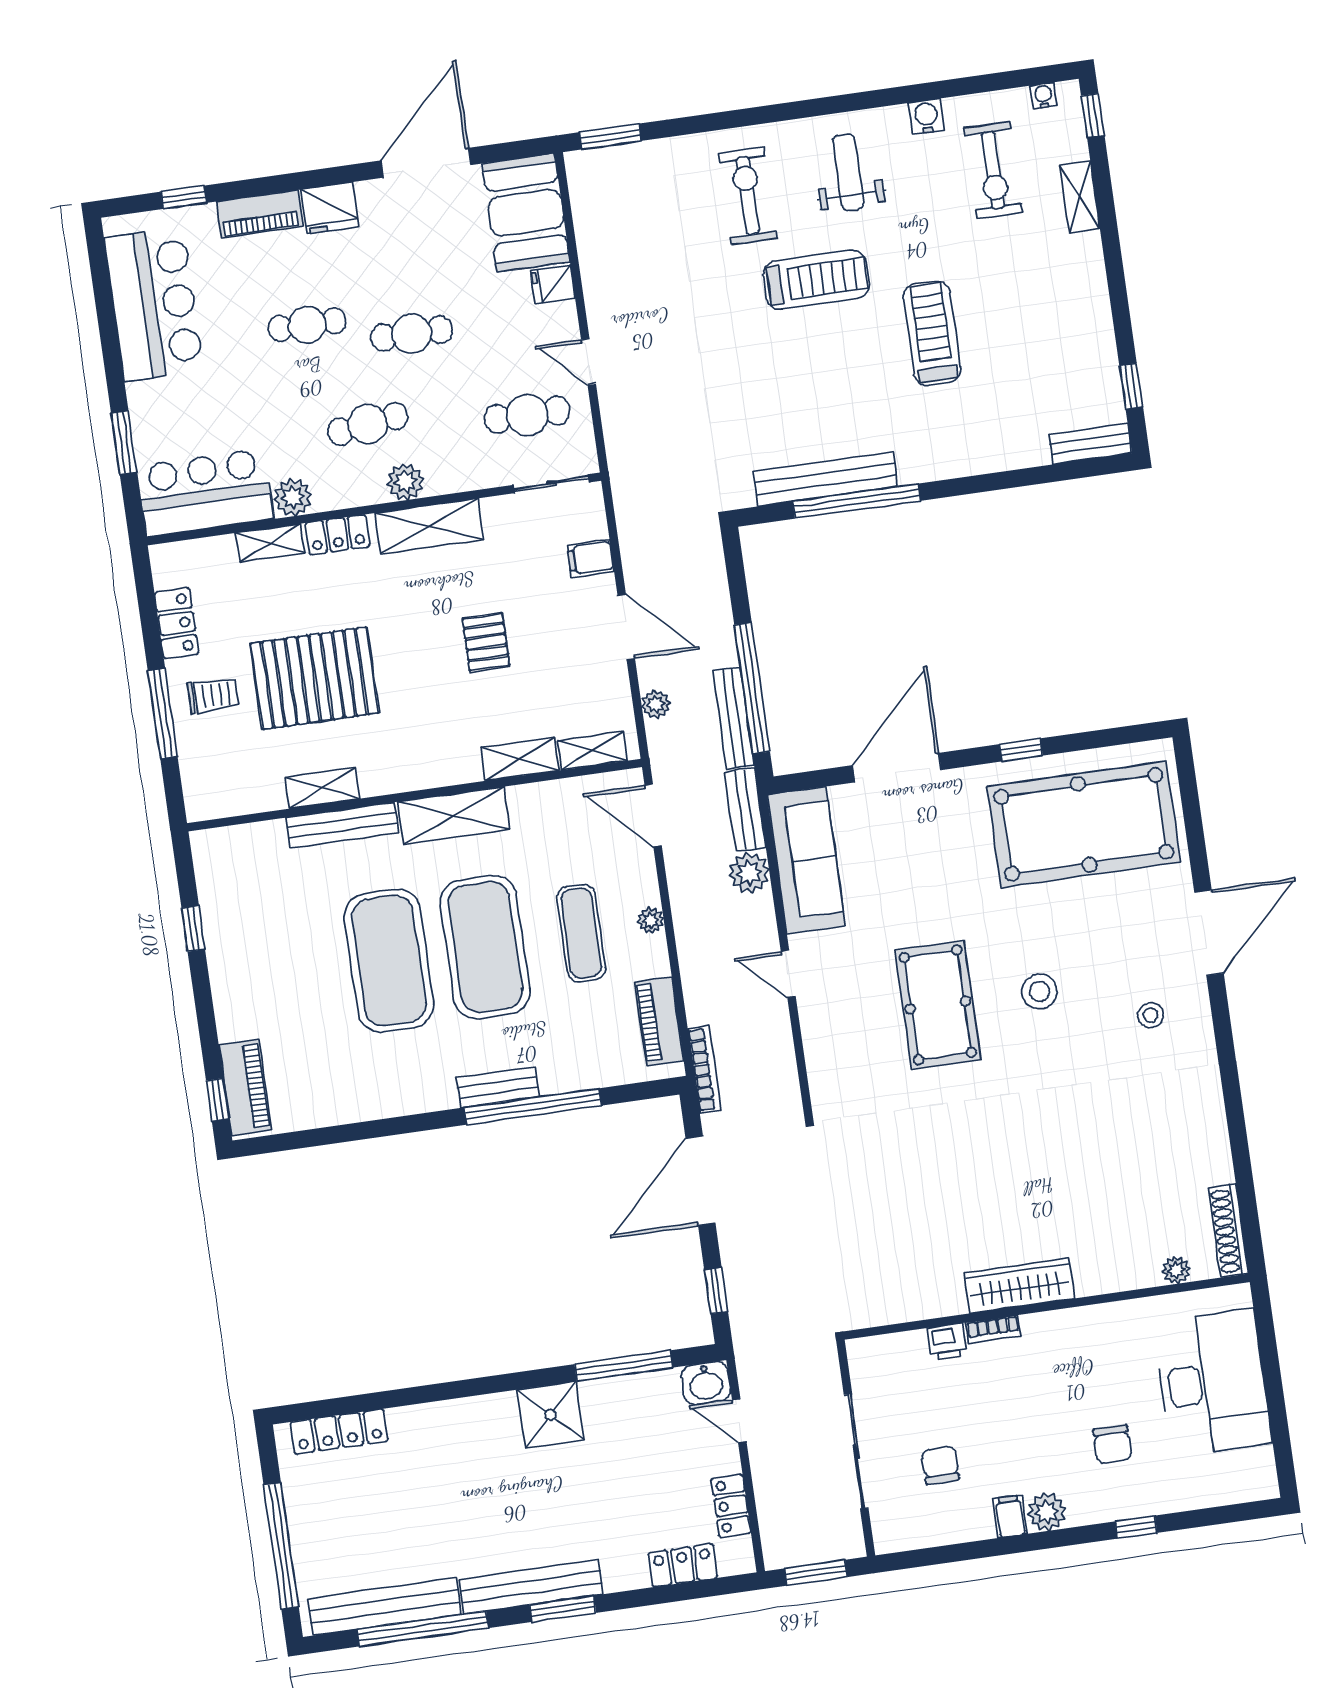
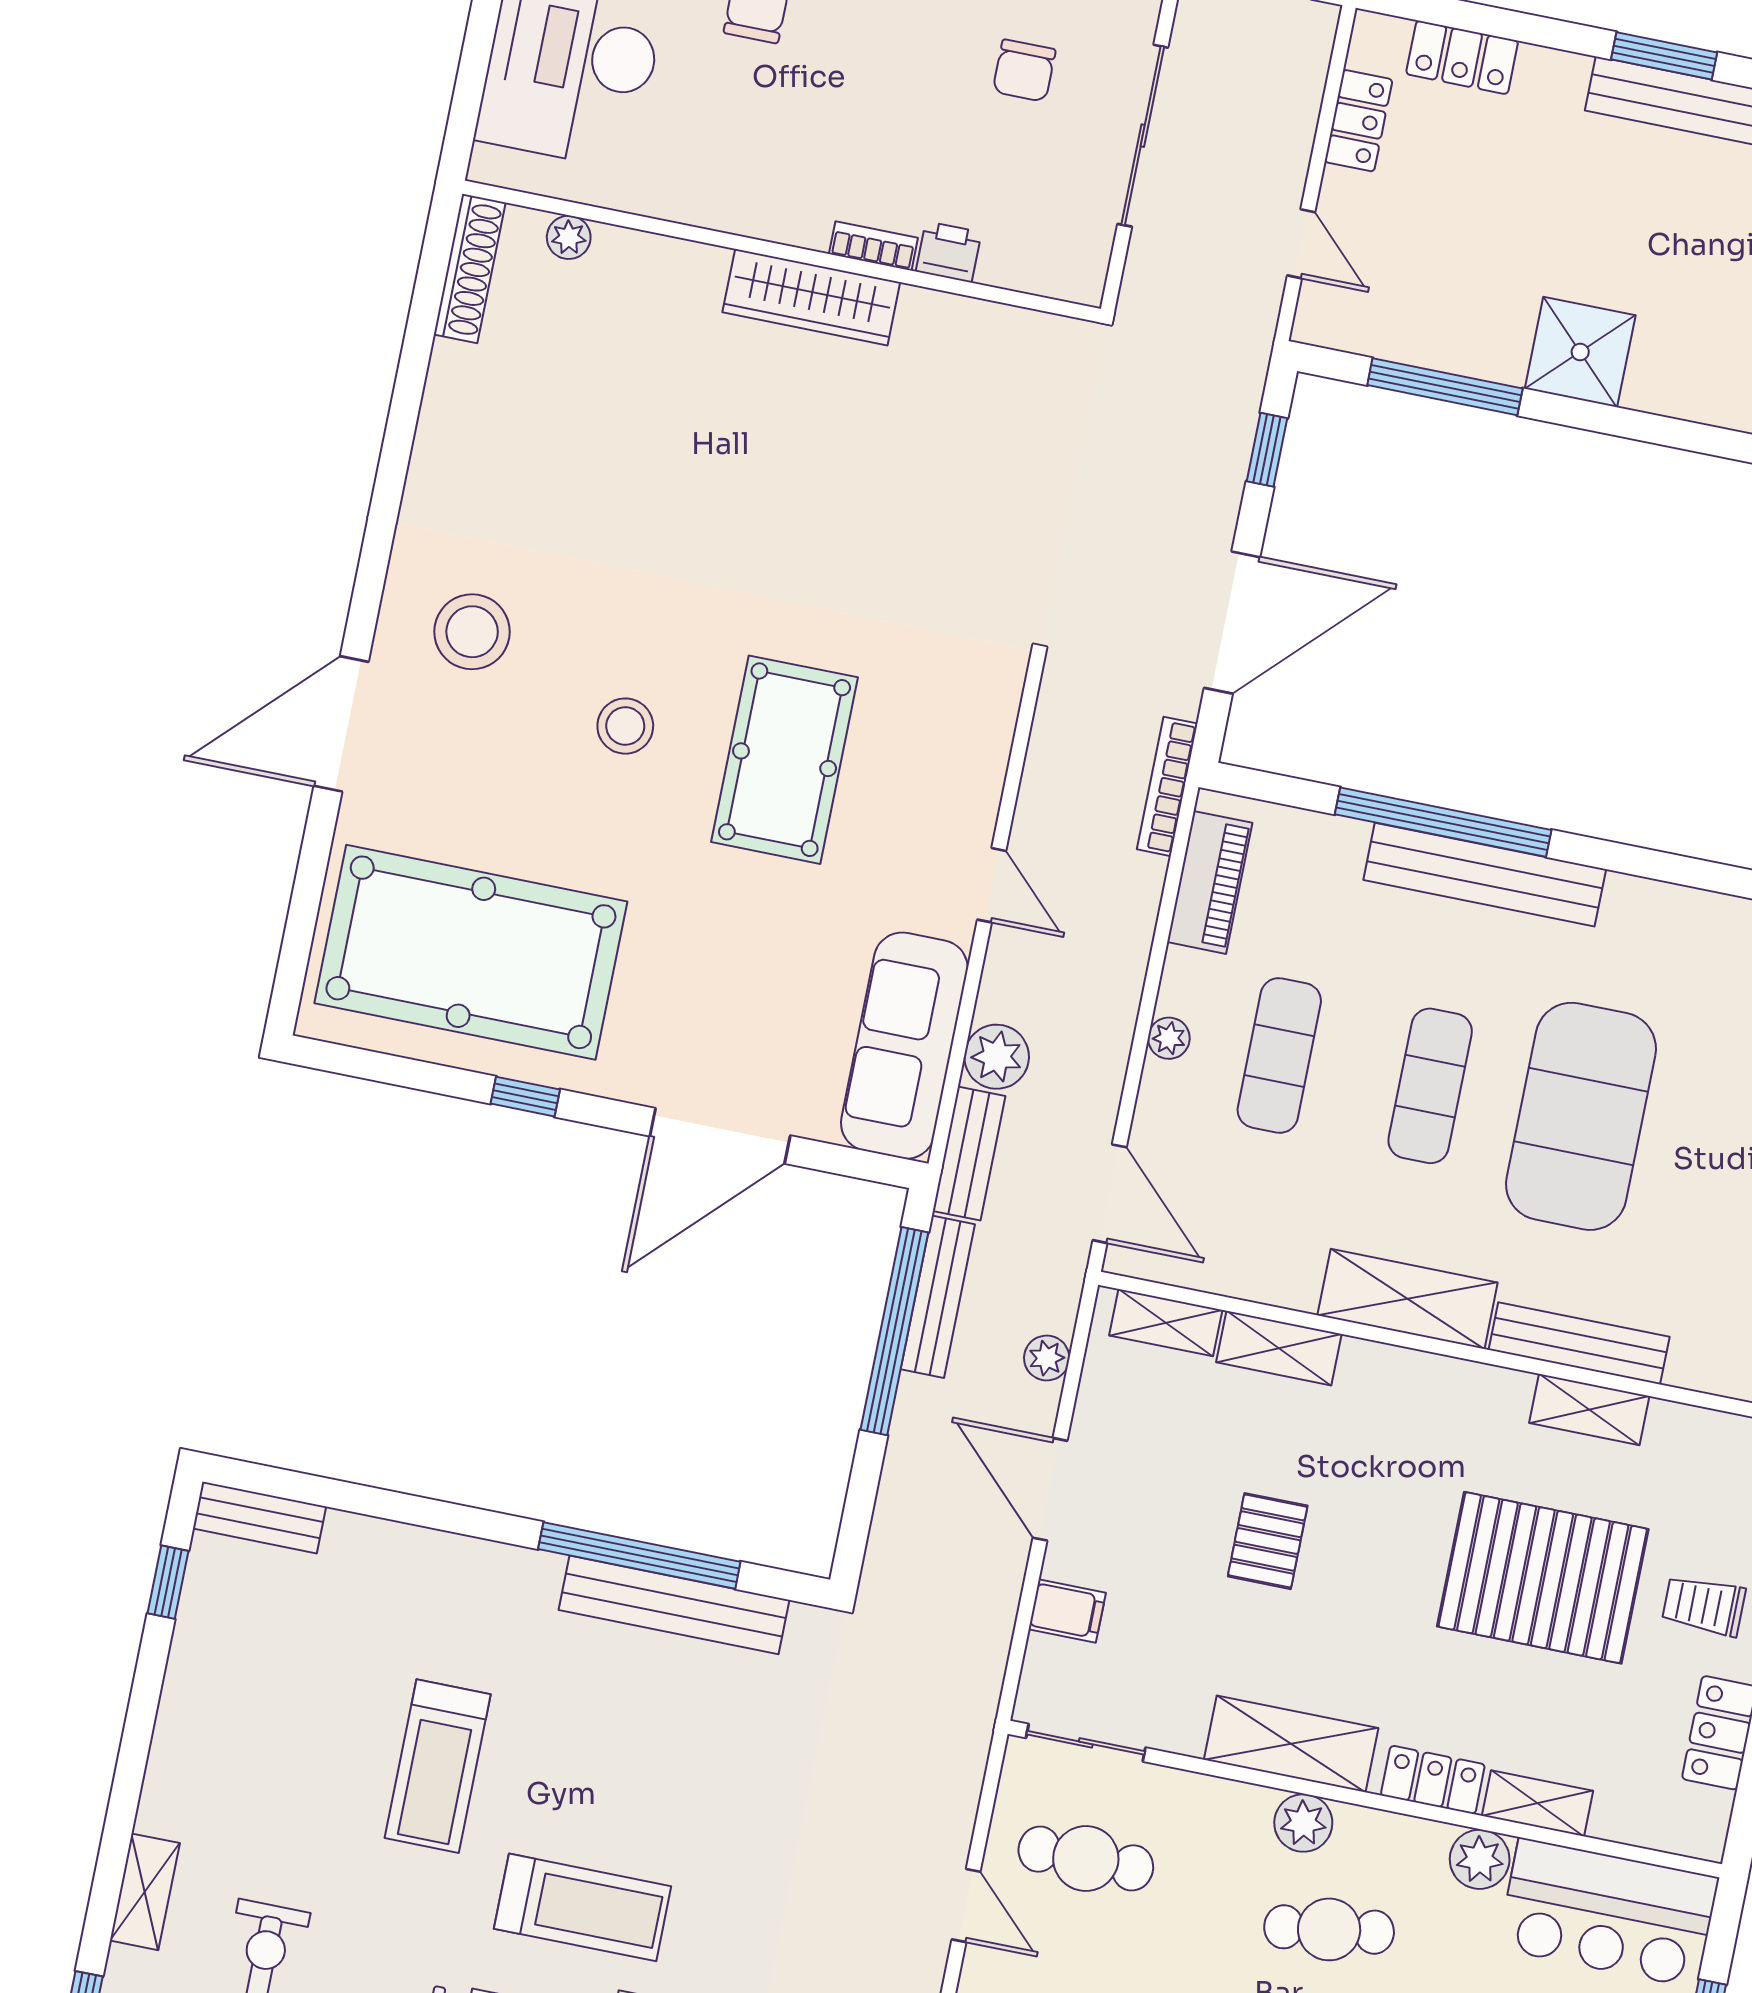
treadmill: (816, 280) -> (583, 1907), turned 180
exercise mat: (485, 947) -> (1430, 1086), width x0.50, depth x0.69
stool: (1151, 1015) -> (472, 632), width x1.89, depth x1.89
bench: (498, 1087) -> (1485, 875), width x1.86, depth x1.21
washbasin: (706, 1383) -> (1331, 317), removed

